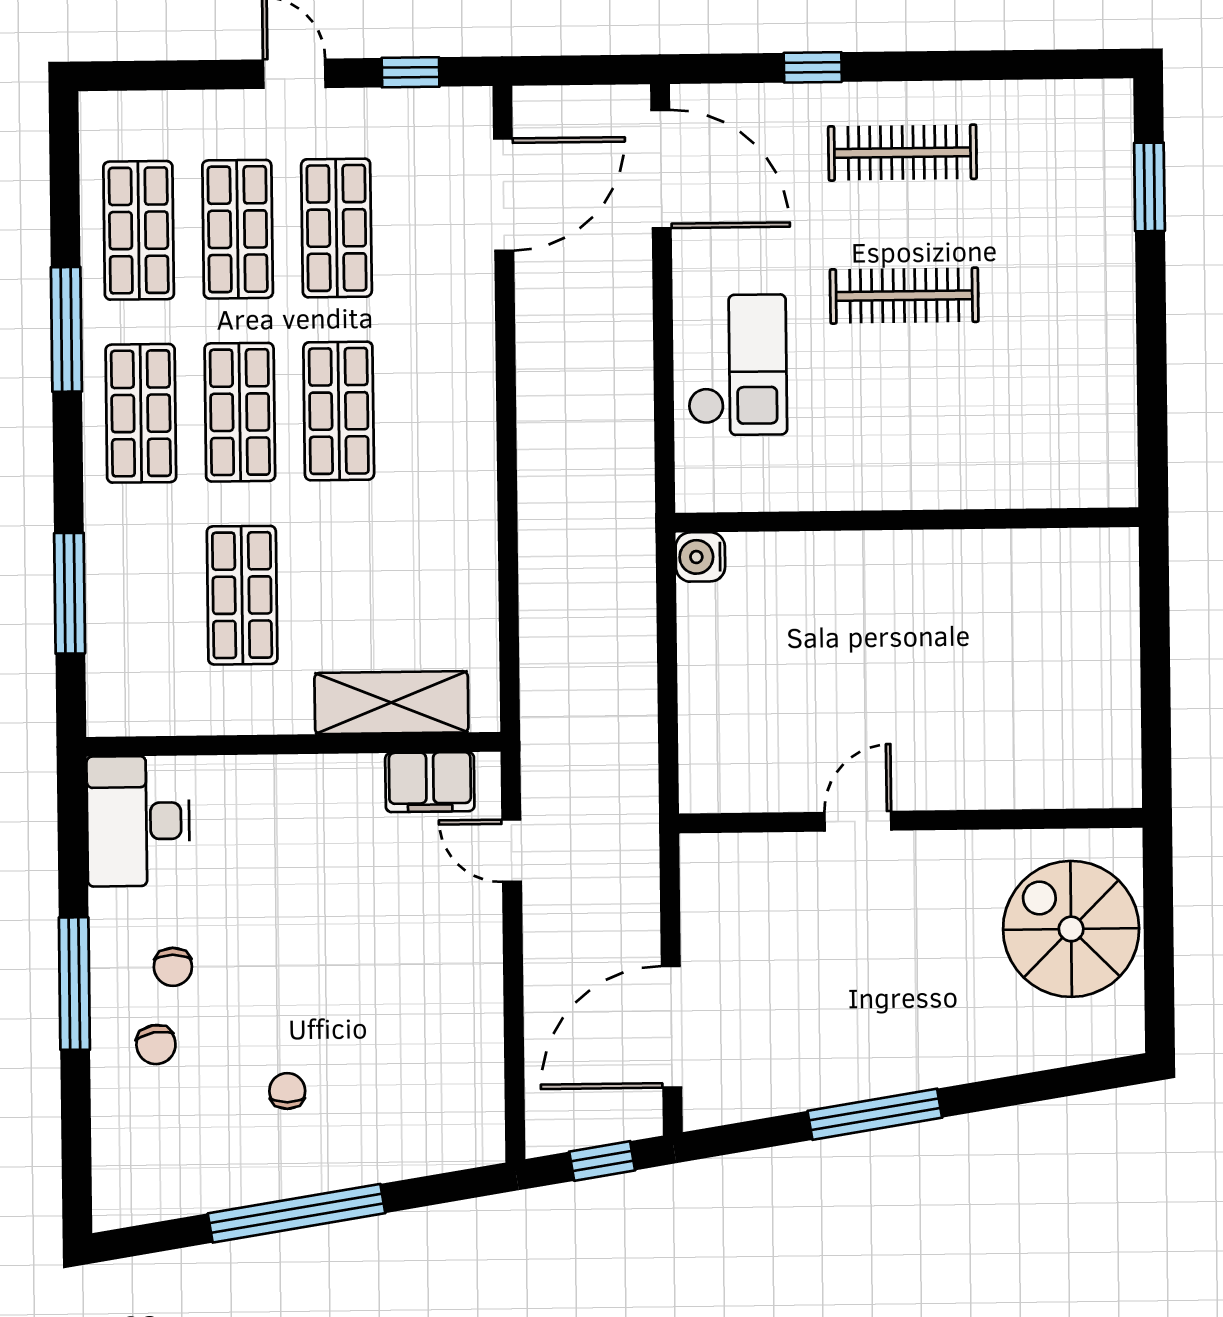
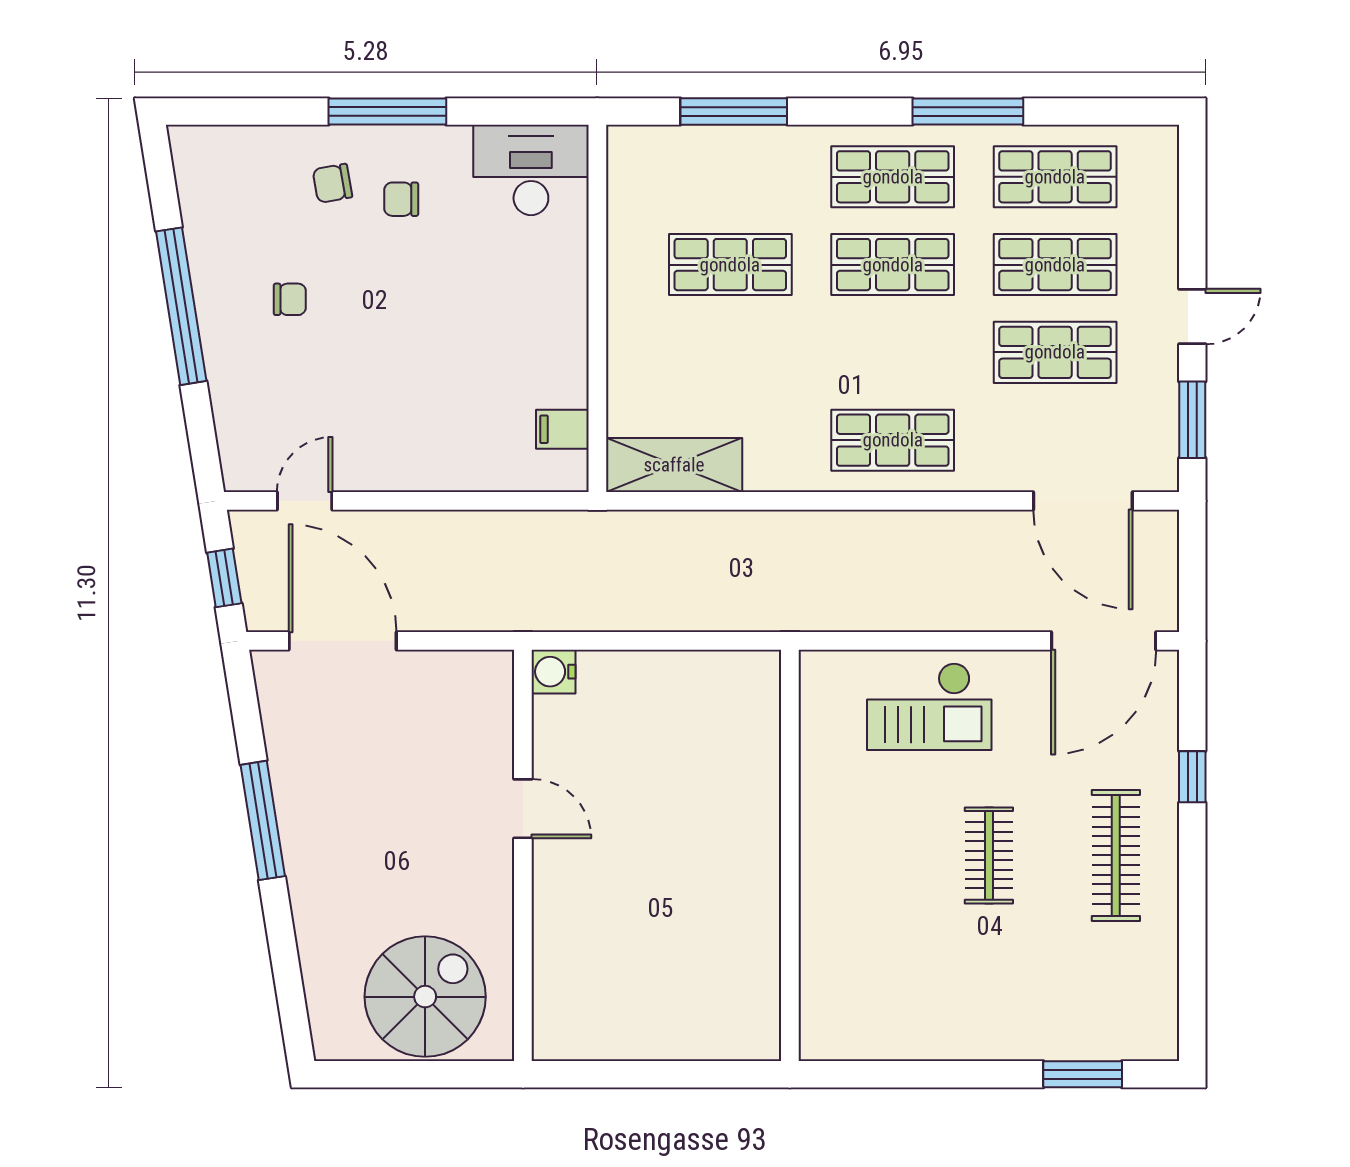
window: (411, 72) -> (1192, 420), width x1.50
clothes rail: (904, 296) -> (989, 855), width x0.73
shop shelf: (339, 411) -> (893, 440), moved
water cooler: (700, 557) -> (554, 672), moved, turned -90
shelving: (391, 703) -> (674, 465), moved, turned 90
filing cabinet: (430, 782) -> (562, 429), width x0.50
door: (512, 851) -> (305, 501), moved

